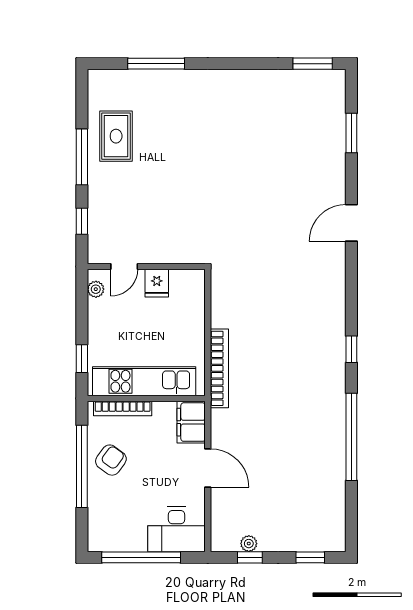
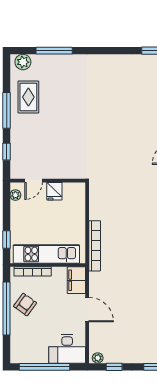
plant: (108, 81) -> (23, 62), added
plant: (249, 544) -> (98, 358), moved

